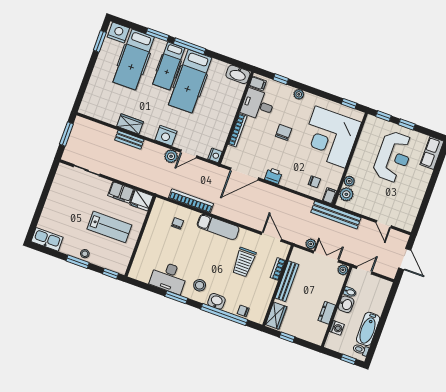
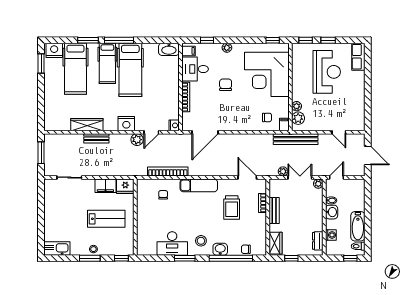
wardrobe: (130, 124) -> (87, 125), width x1.50
printer: (273, 176) -> (230, 125), removed
bench: (287, 281) -> (274, 210), width x0.73
dresser: (327, 313) -> (318, 241), moved

